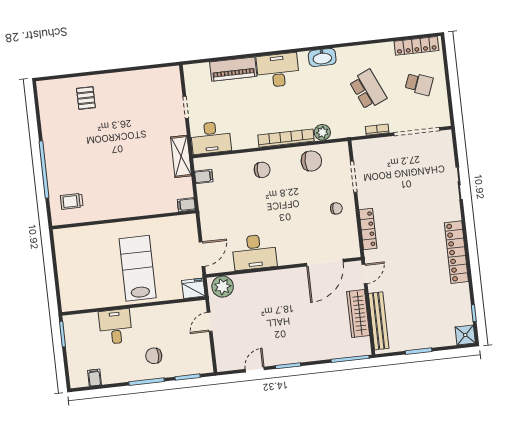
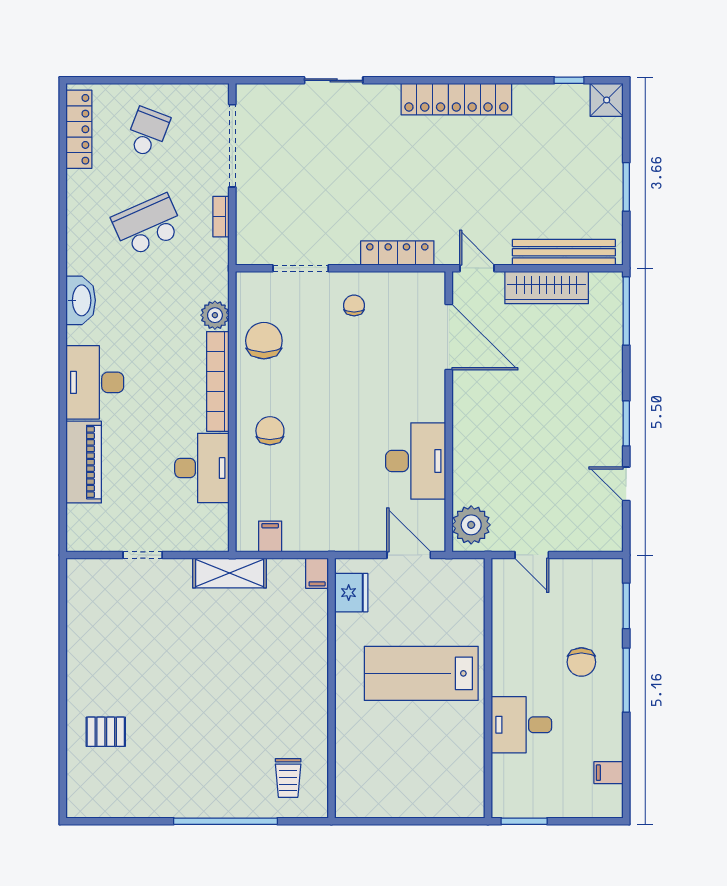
desk: (211, 138) -> (202, 468), moved
fridge: (193, 288) -> (351, 593), moved, turned 180

